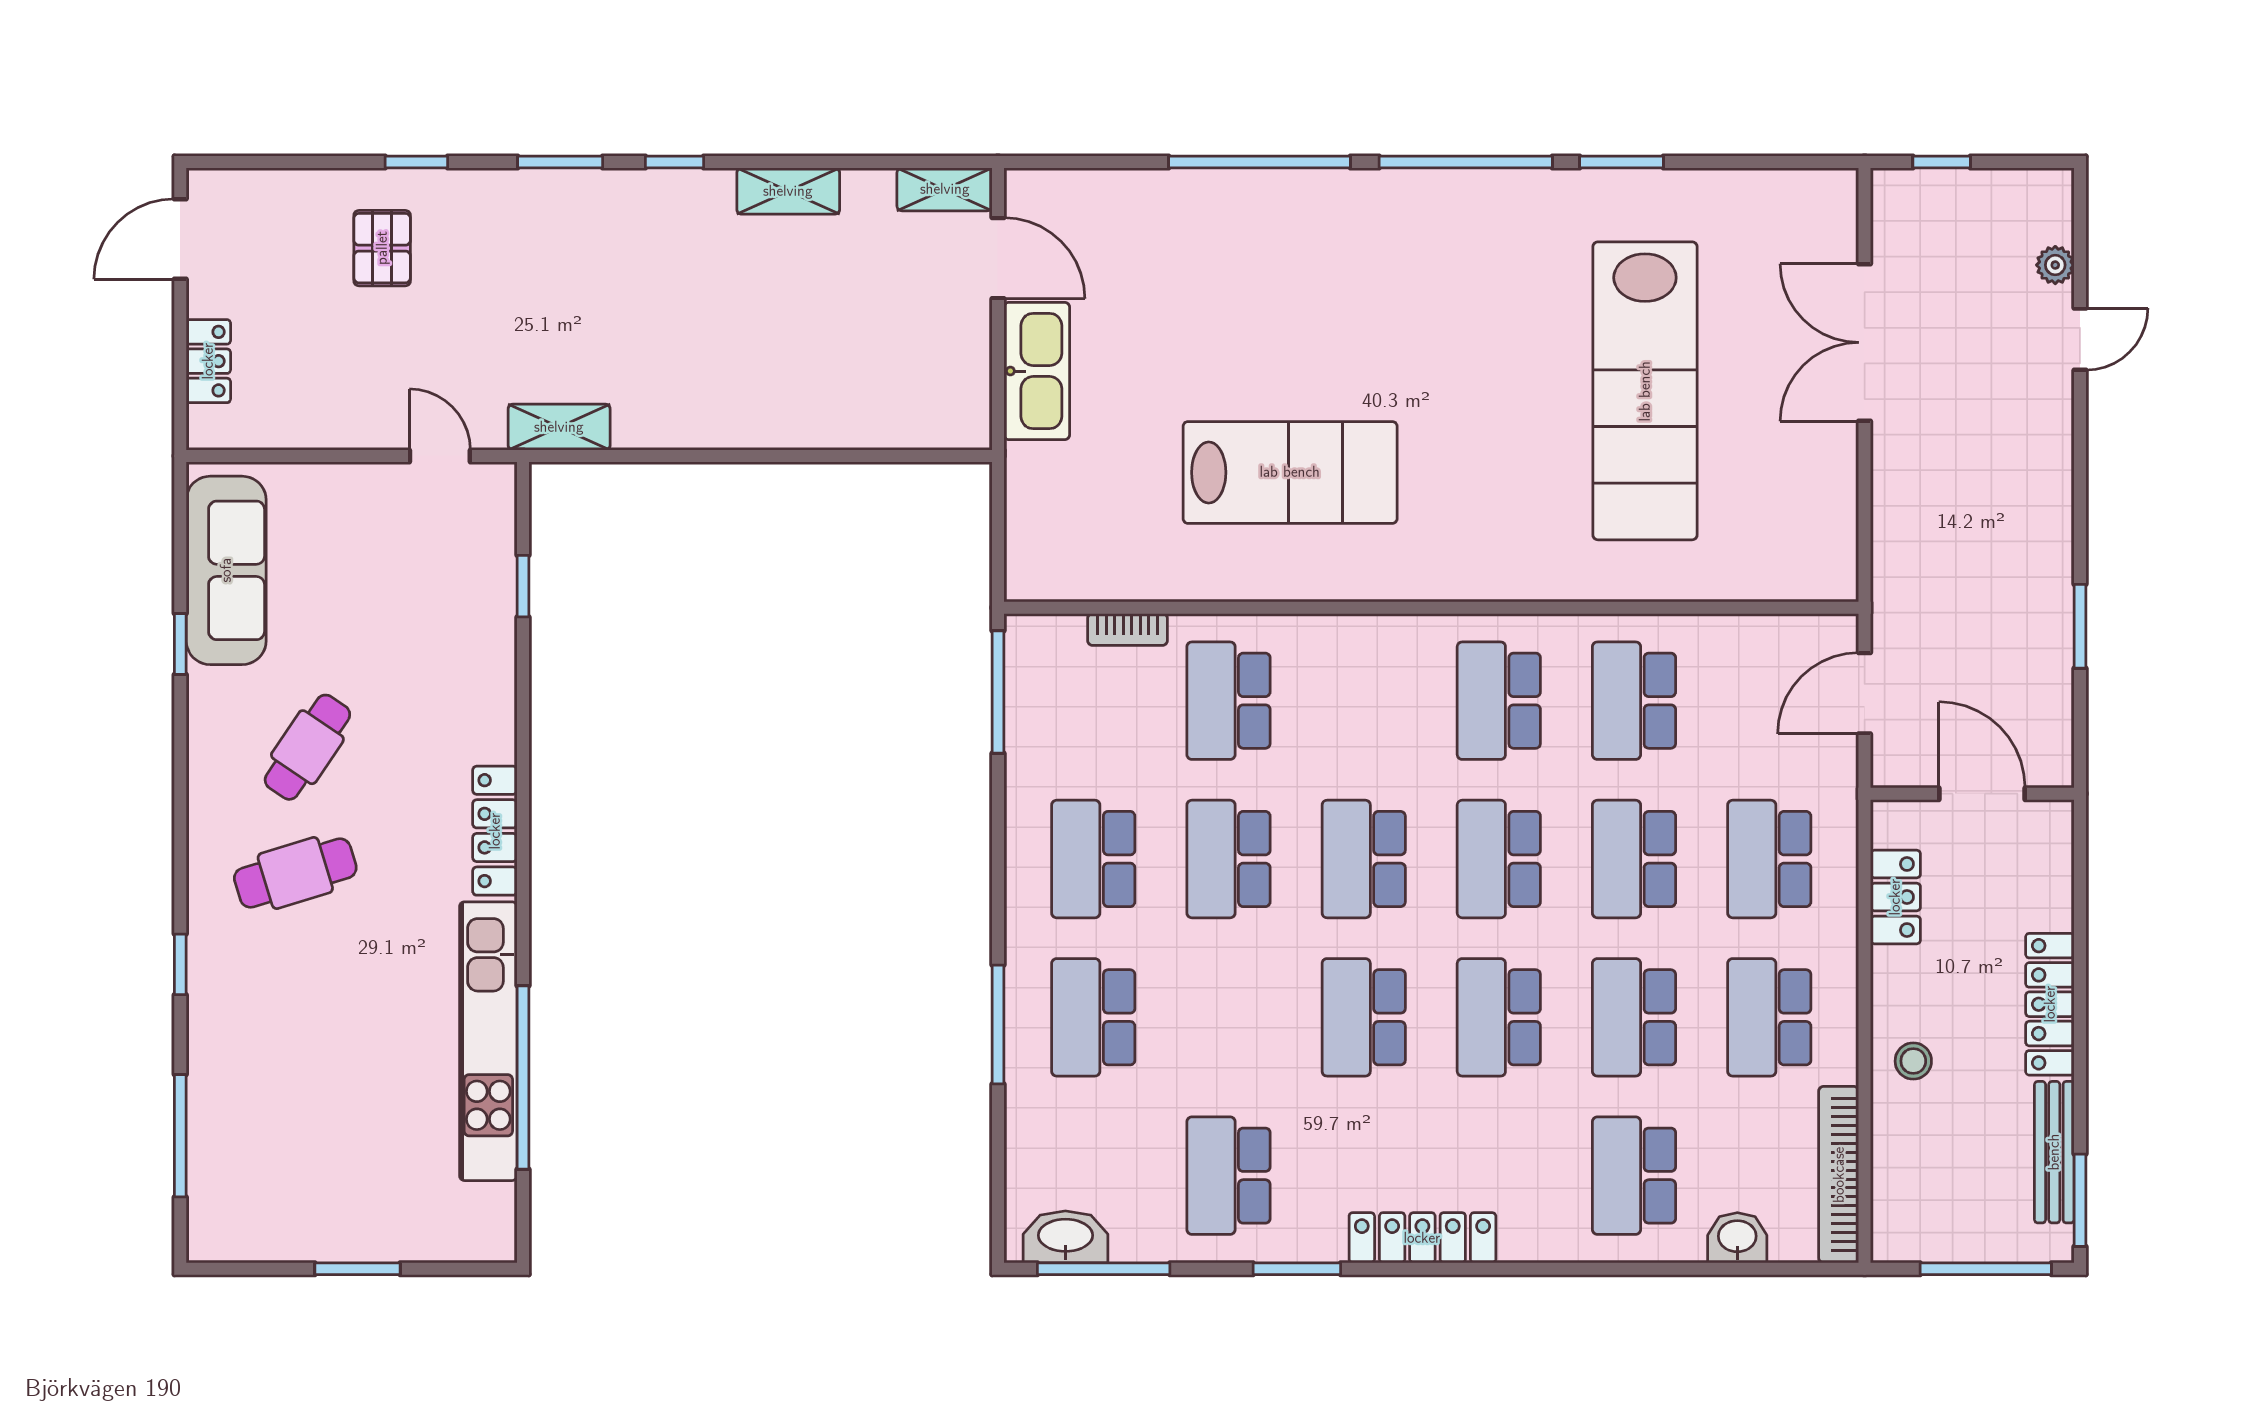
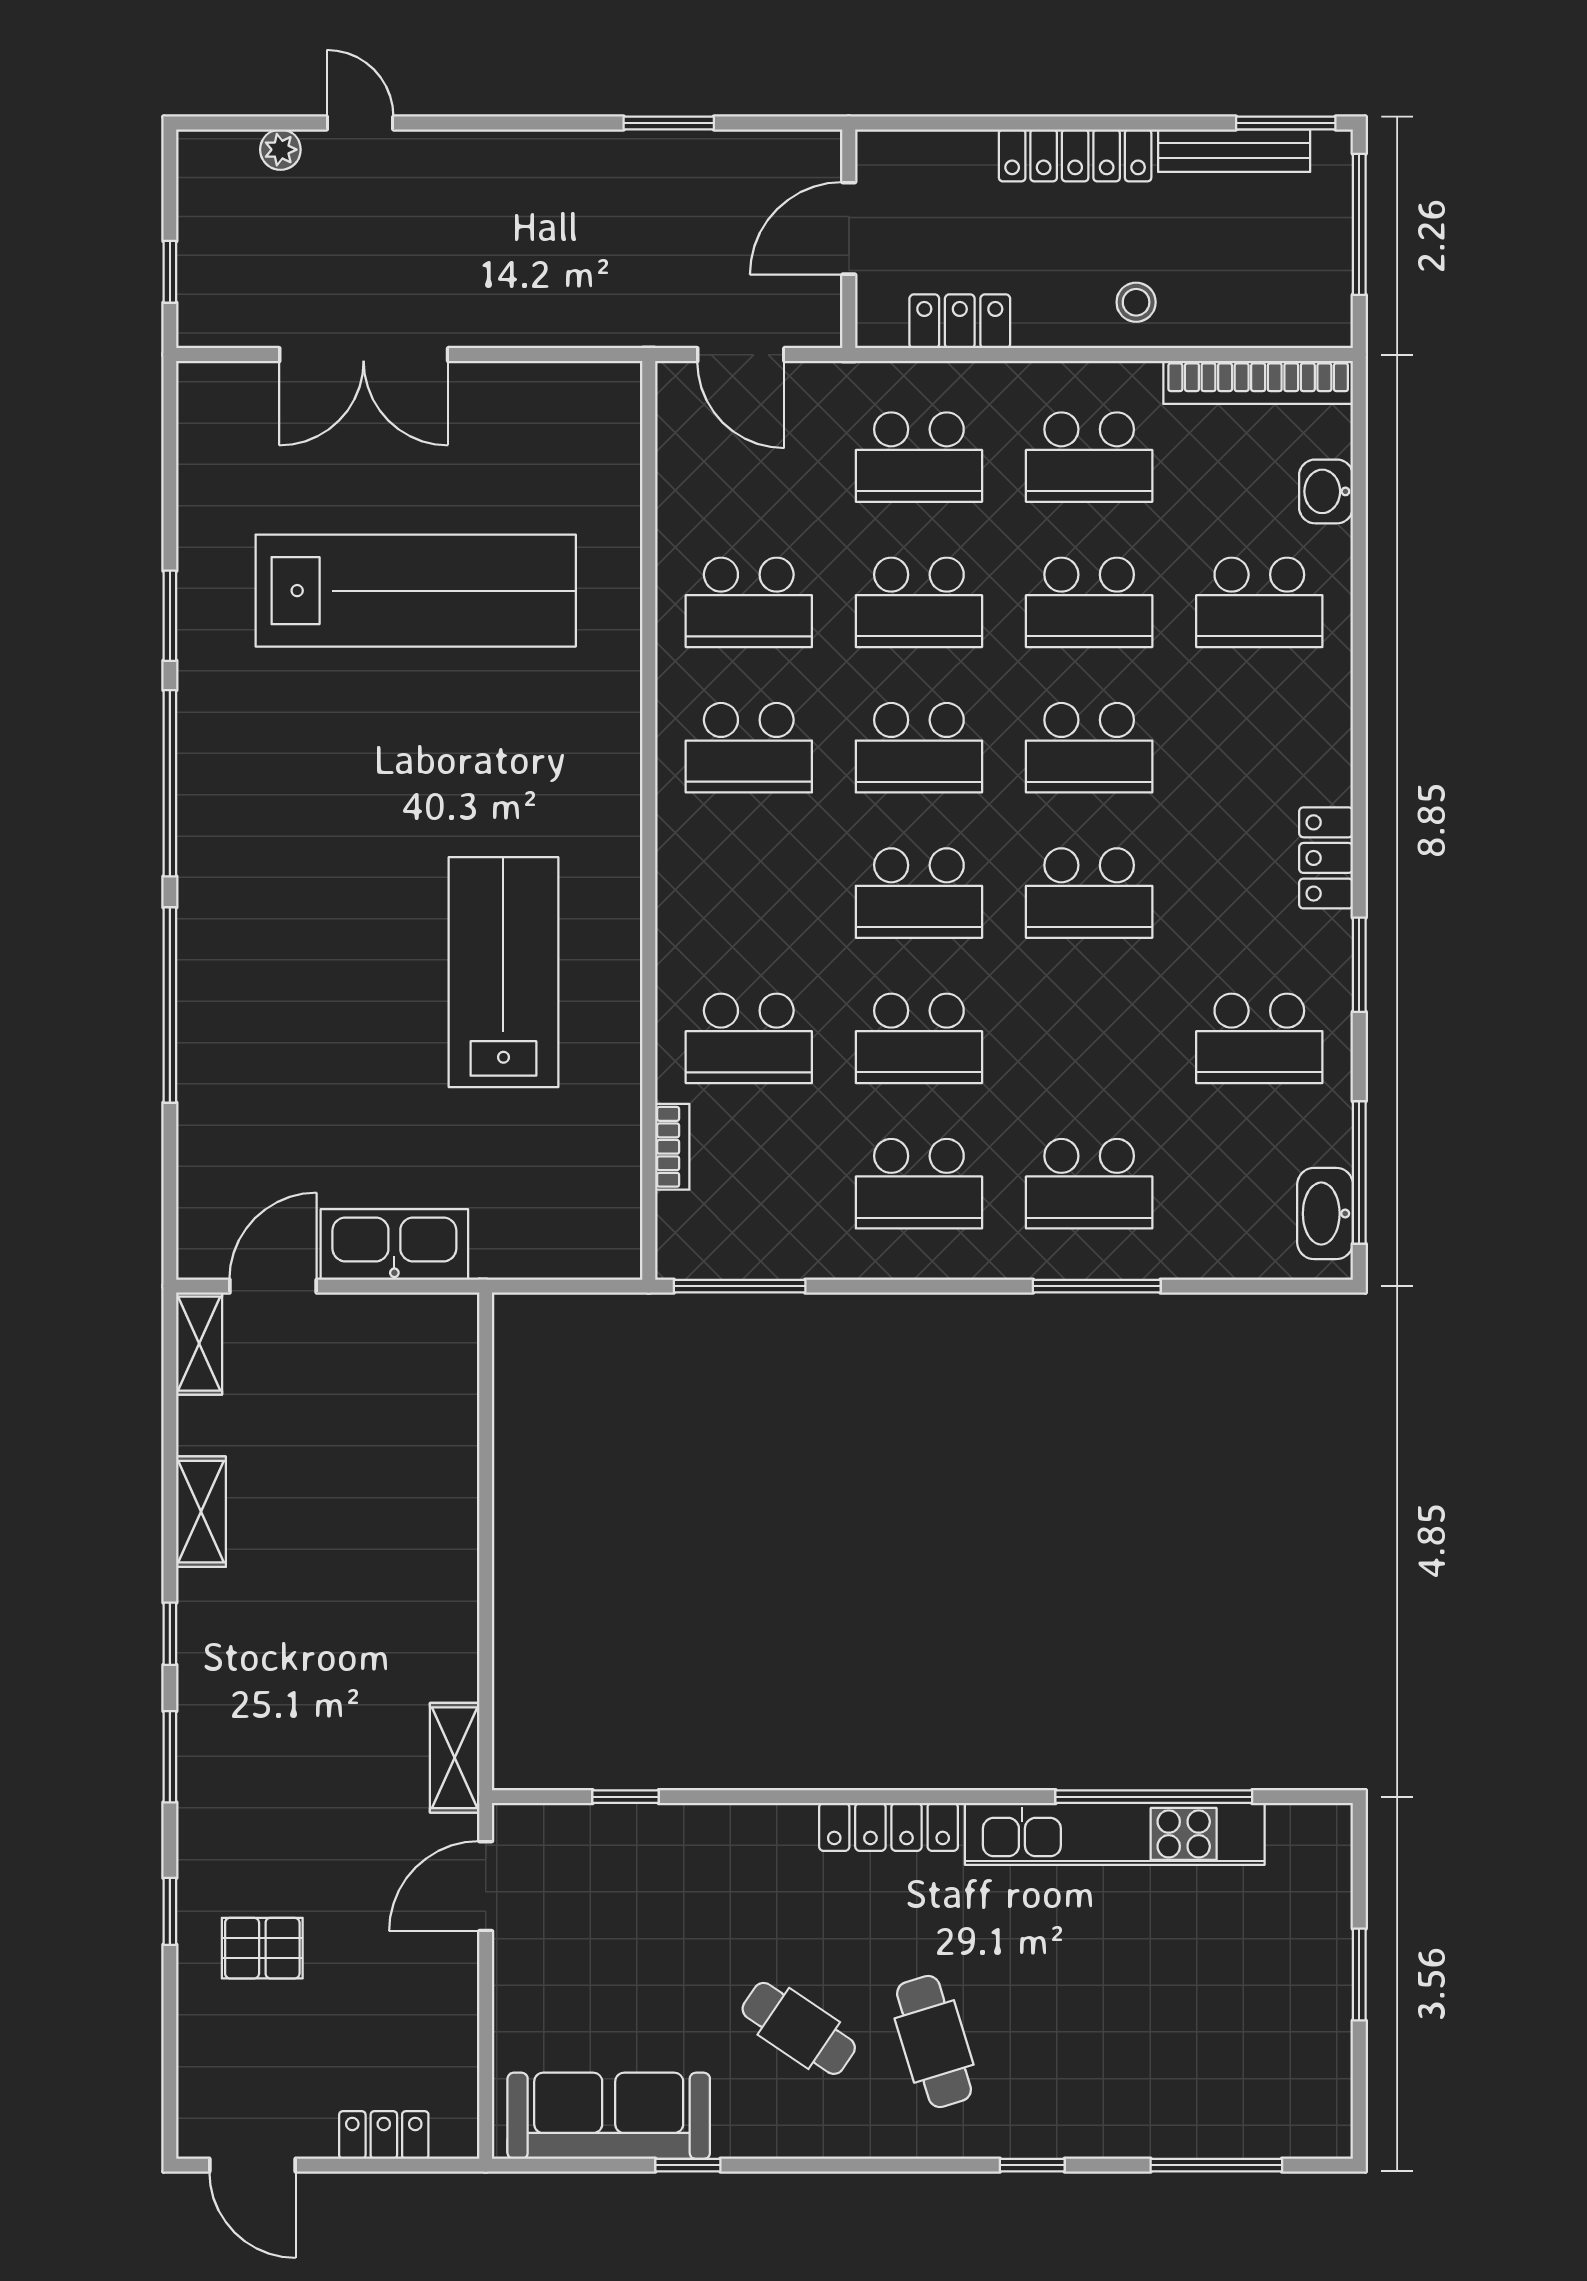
door: (440, 456) -> (486, 1886), width x1.38
locker: (1422, 1238) -> (1326, 858), width x0.66

